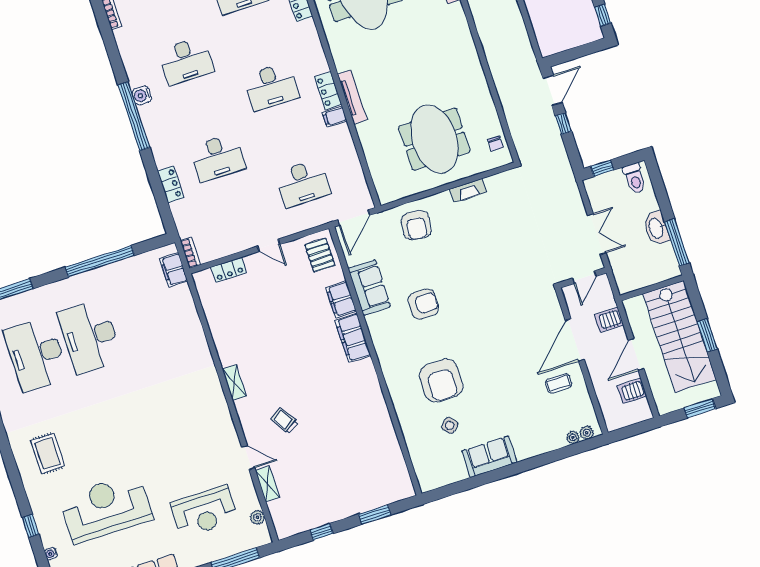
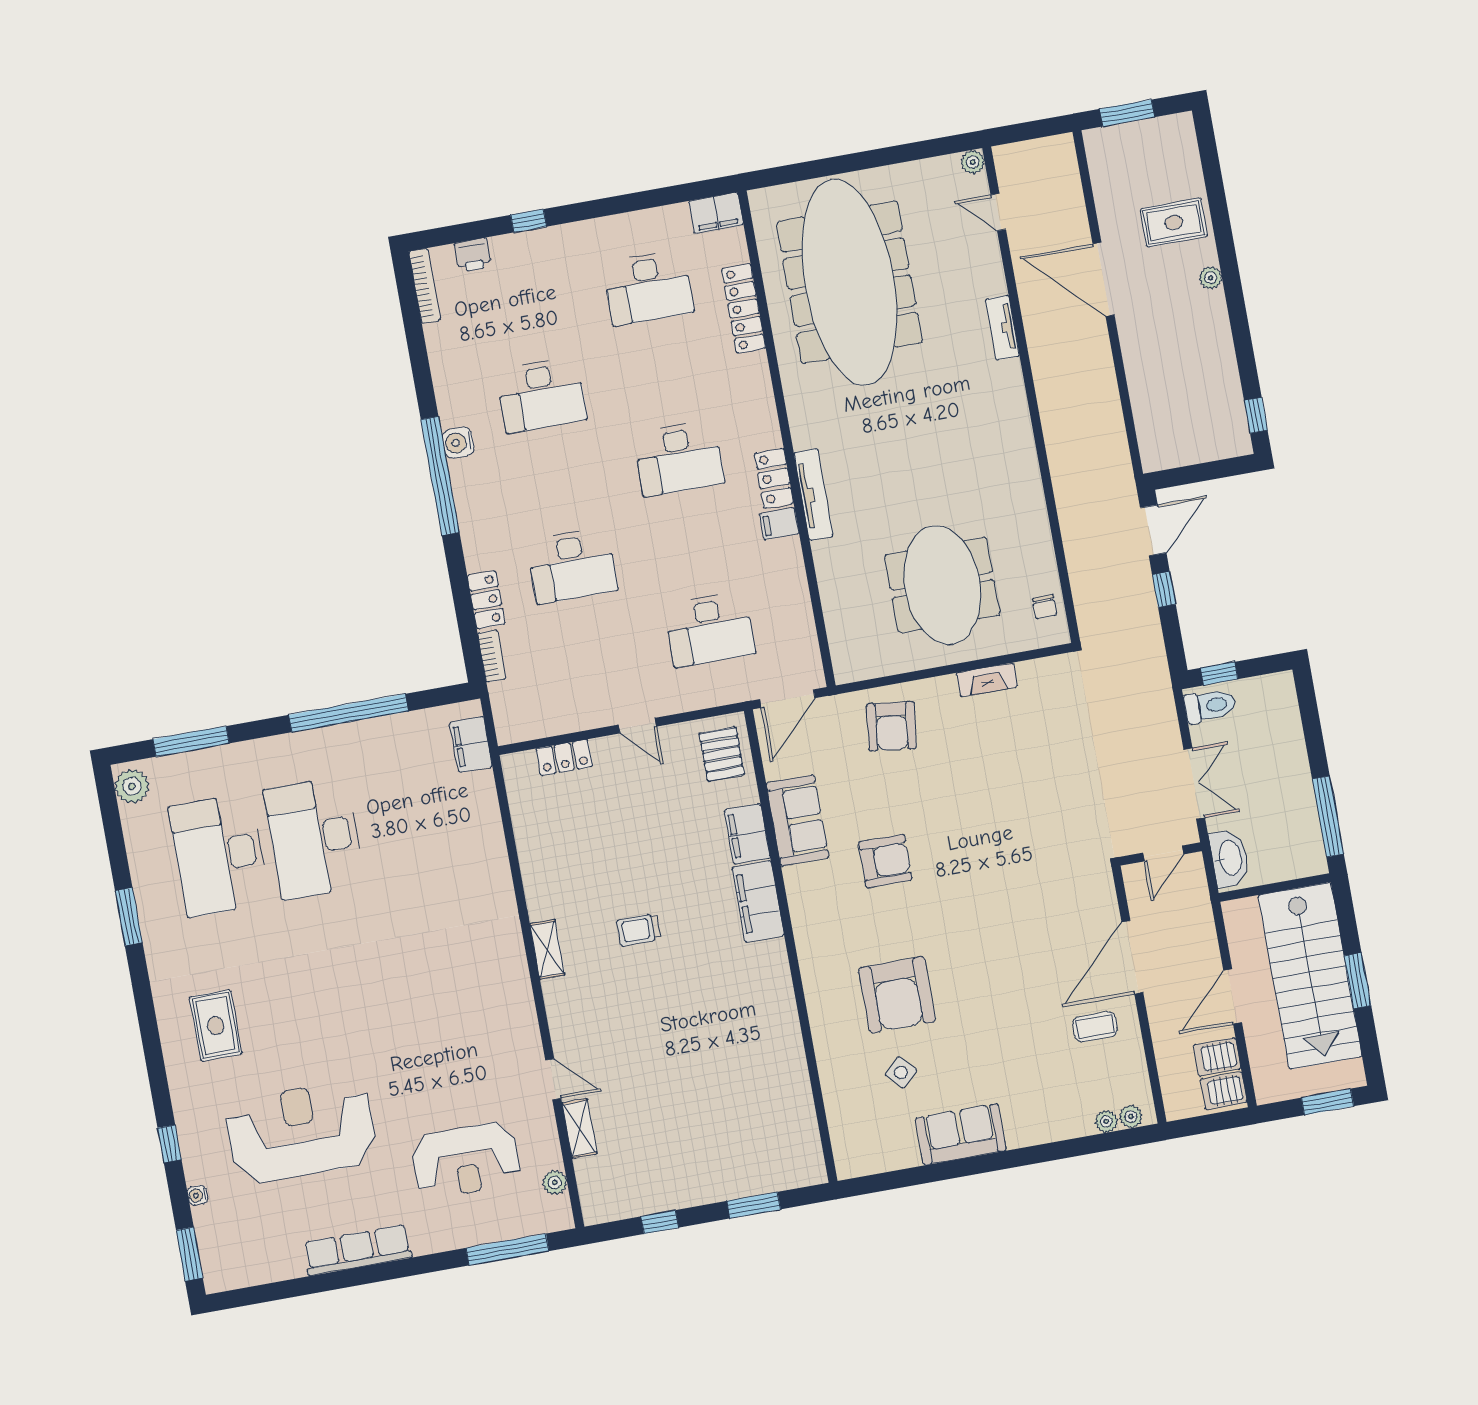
toilet: (635, 178) -> (1210, 706), moved, turned -90
washbasin: (656, 228) -> (1229, 858), moved, turned 180
bookcase: (190, 253) -> (492, 656), moved
server rack: (609, 320) -> (1224, 1091), moved
trolley: (284, 421) -> (639, 930), moved, turned -57

